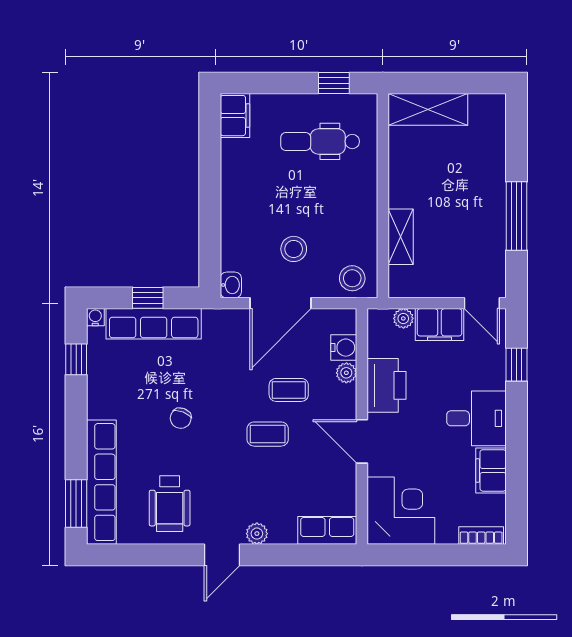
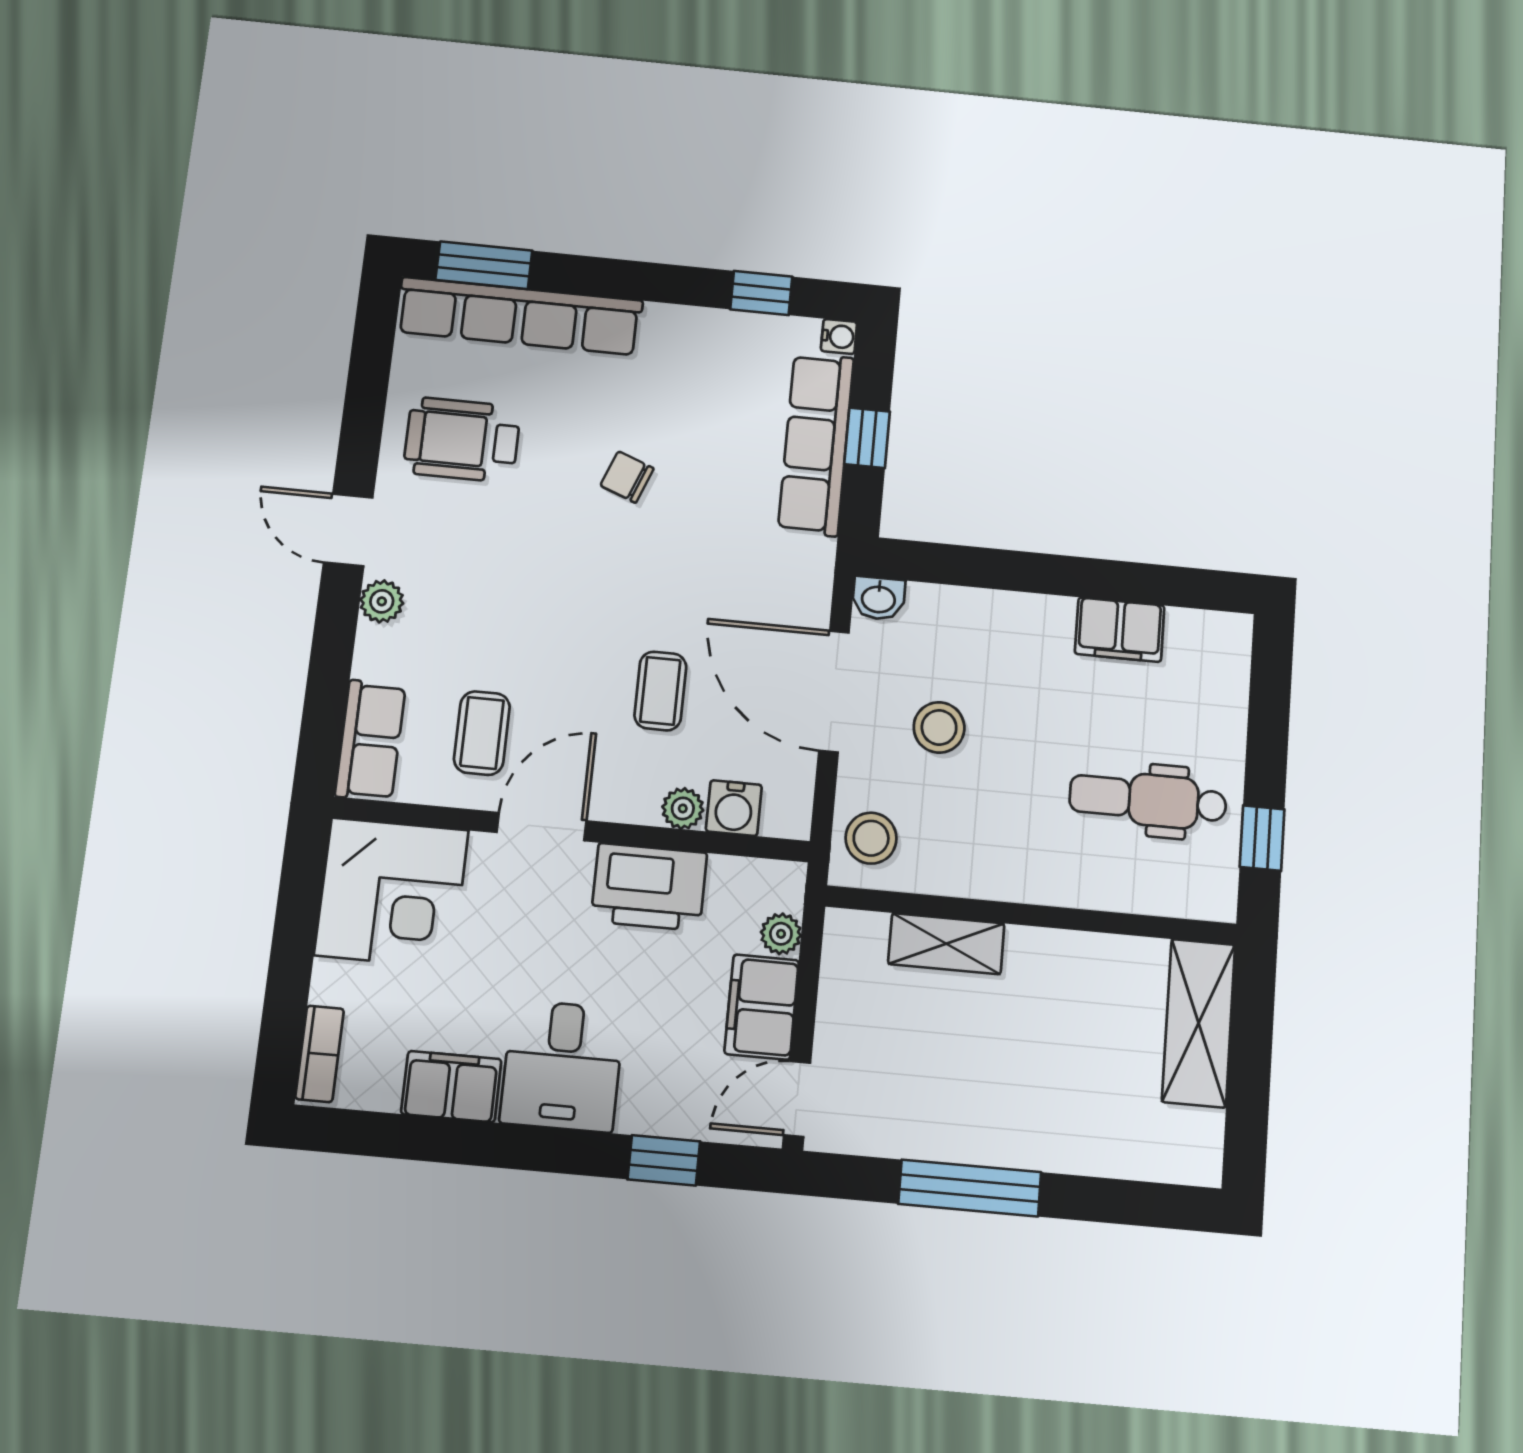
filing cabinet: (235, 116) -> (1120, 630), moved
dental chair: (320, 141) -> (1148, 800), turned -90
coffee table: (268, 434) -> (482, 733), moved

